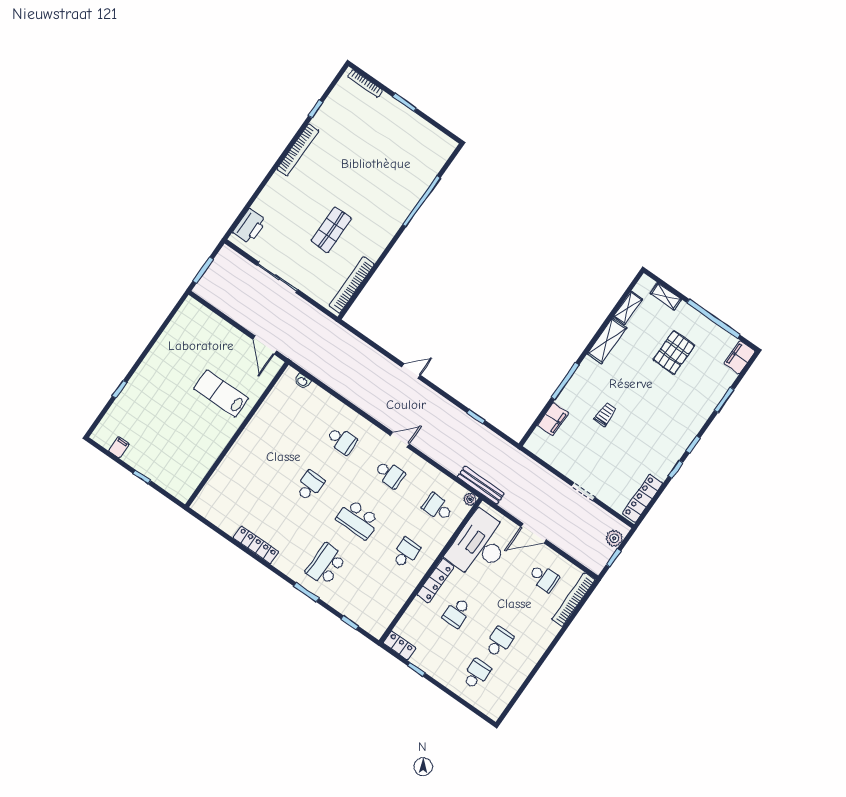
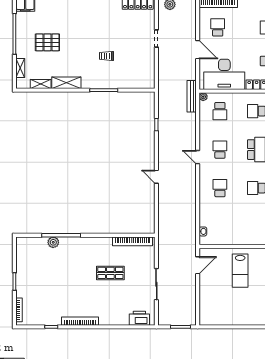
plant: (419, 185) -> (53, 242), added
filing cabinet: (553, 419) -> (129, 82), removed

